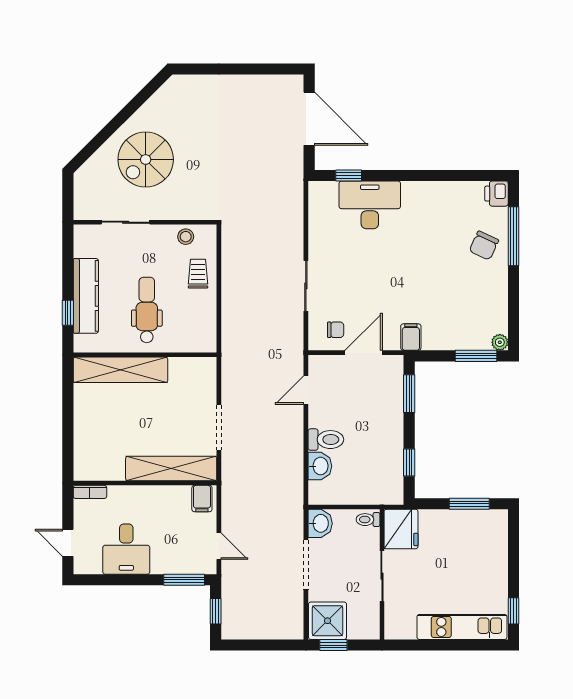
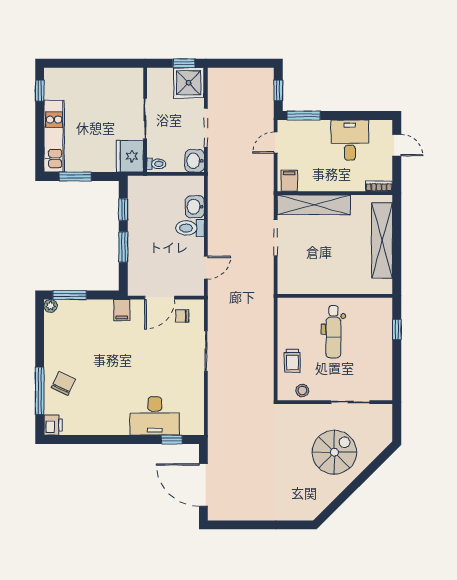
kitchen counter: (86, 296) -> (382, 343), removed
shelving: (120, 370) -> (382, 240), moved, turned 90
window: (409, 394) -> (123, 247), moved
door: (219, 546) -> (276, 143), hinge flipped
kitchen unit: (462, 627) -> (54, 136), moved, turned -90

